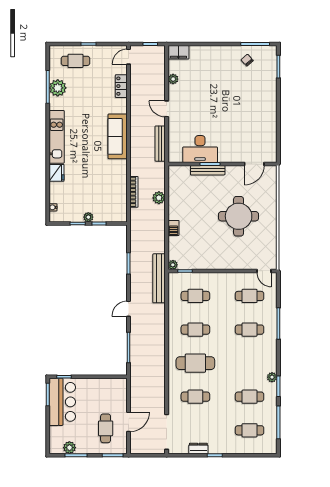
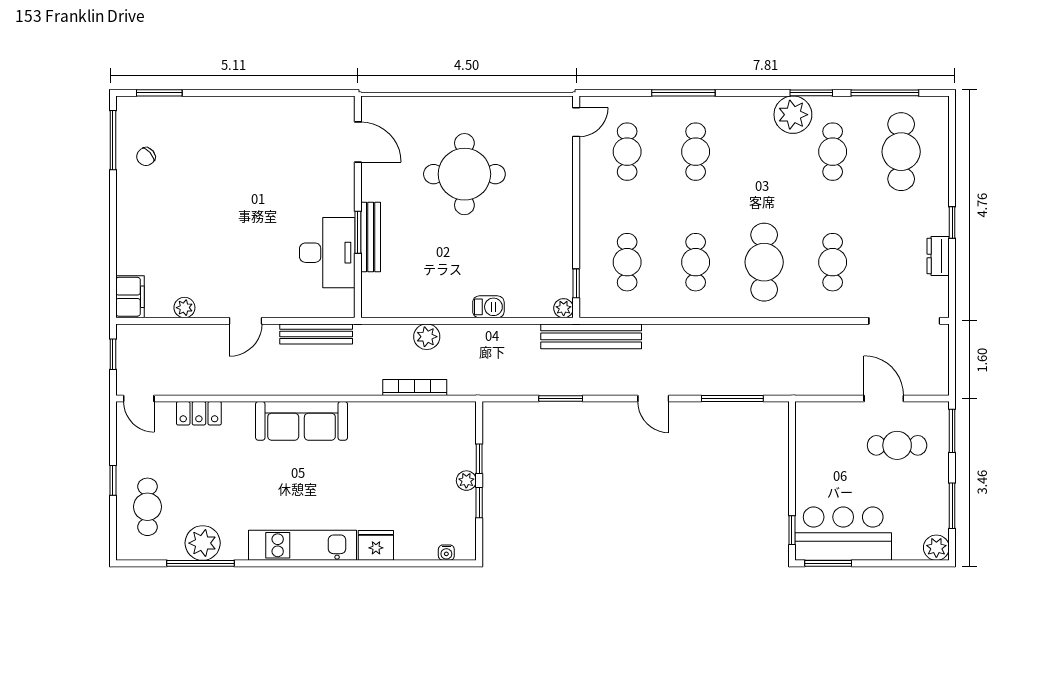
plant: (272, 377) -> (793, 115), width x1.88, depth x1.88
cafe table: (250, 430) -> (901, 152), width x1.37, depth x1.35
plant: (69, 448) -> (936, 548), moved

